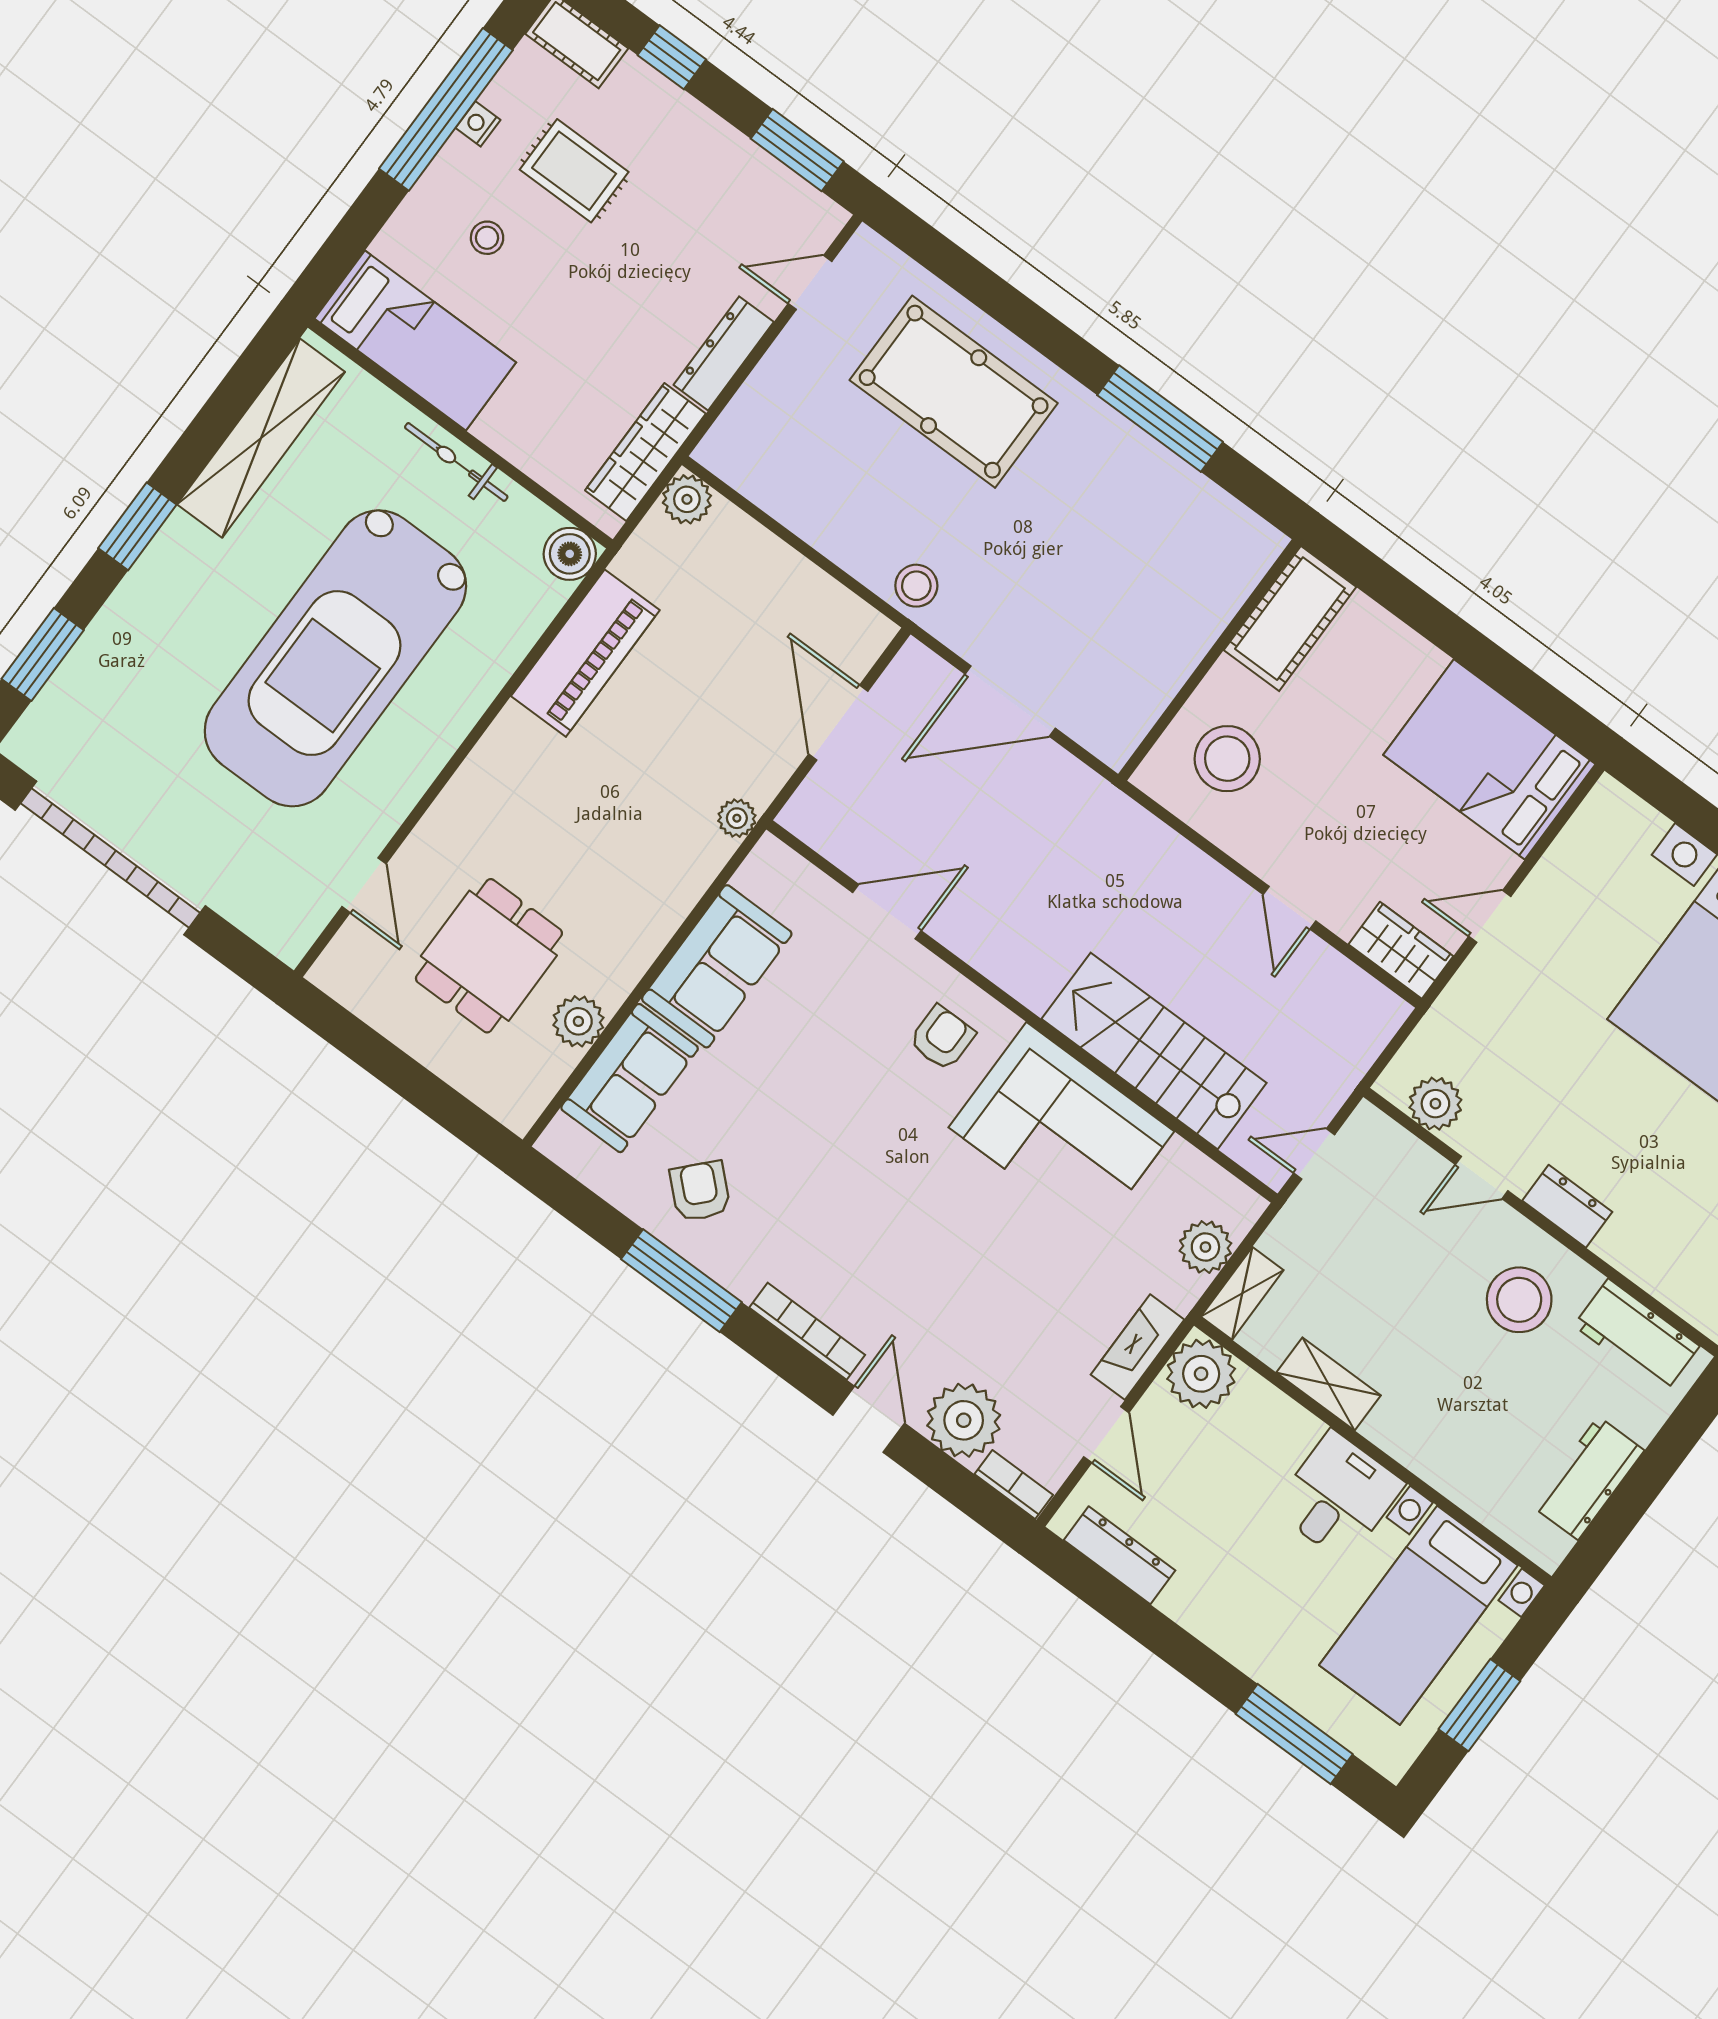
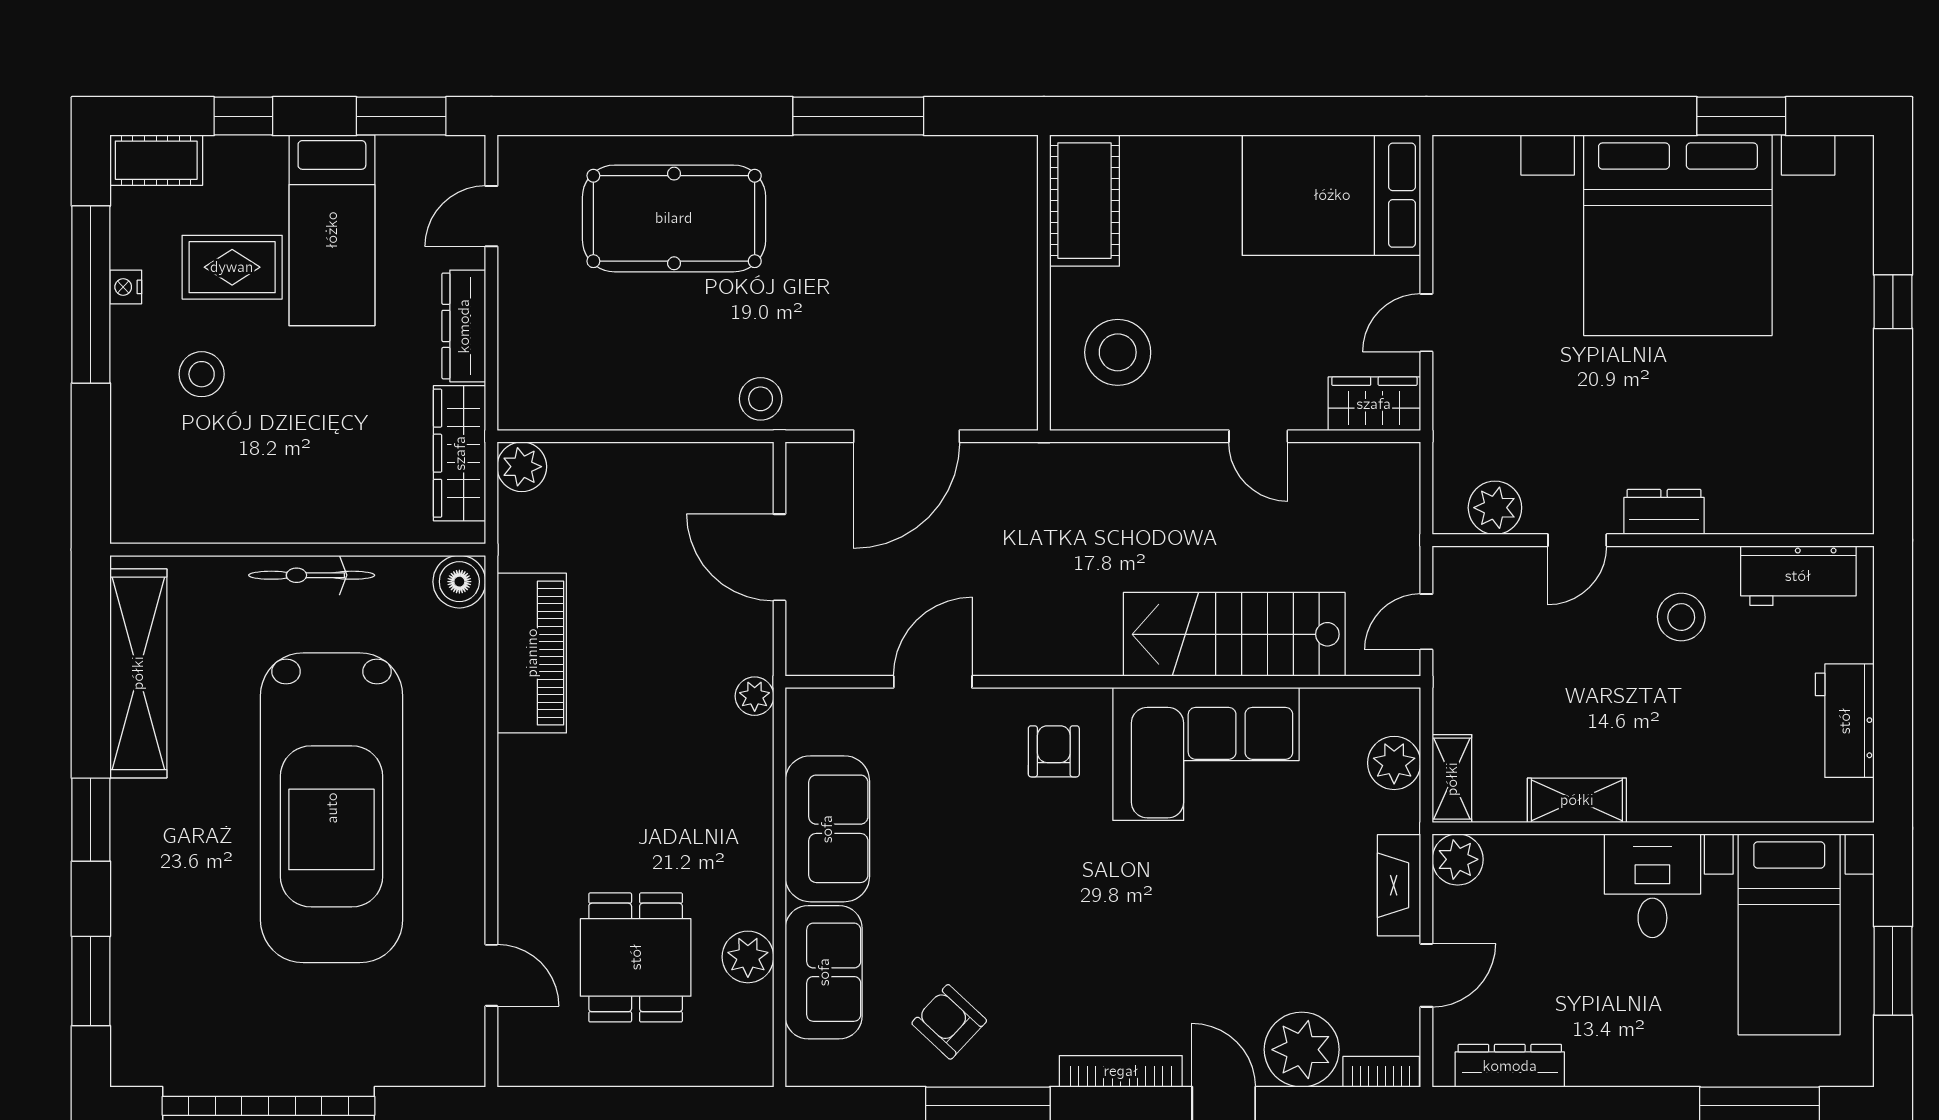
stool: (487, 238) -> (202, 374), width x1.37, depth x1.37
bed: (415, 340) -> (332, 230), moved, turned 90
stool: (1519, 1300) -> (1681, 617), width x0.73, depth x0.73
plant: (1201, 1374) -> (1458, 859), width x0.73, depth x0.73
door: (1106, 1435) -> (1426, 975), hinge flipped

